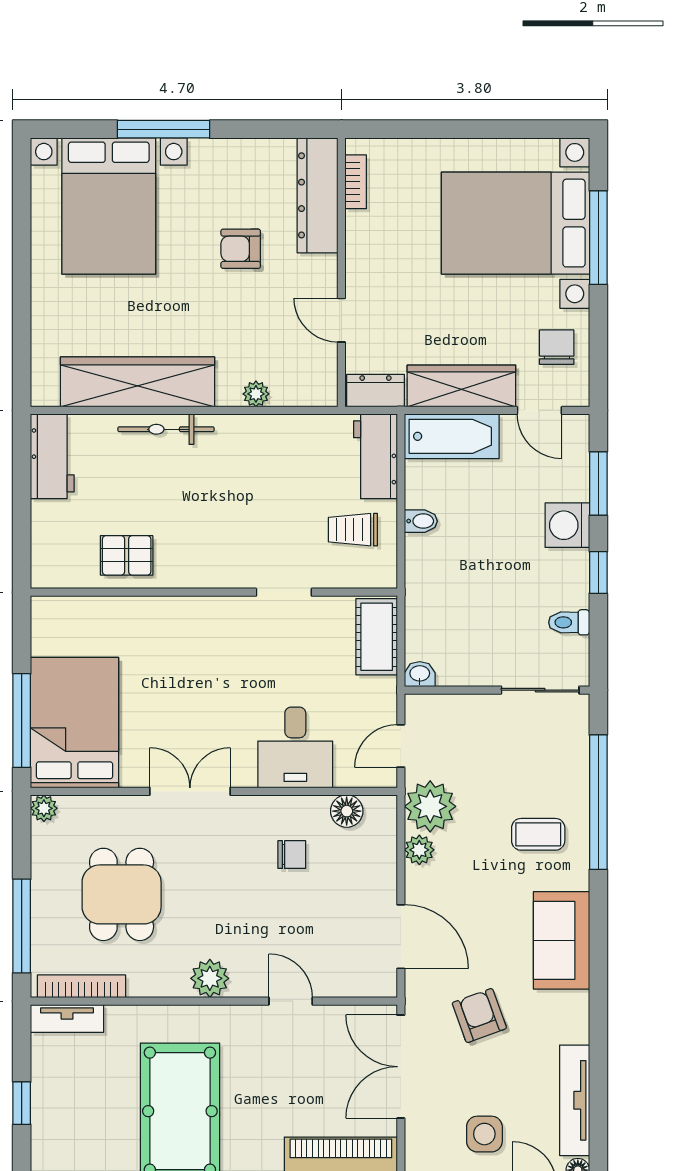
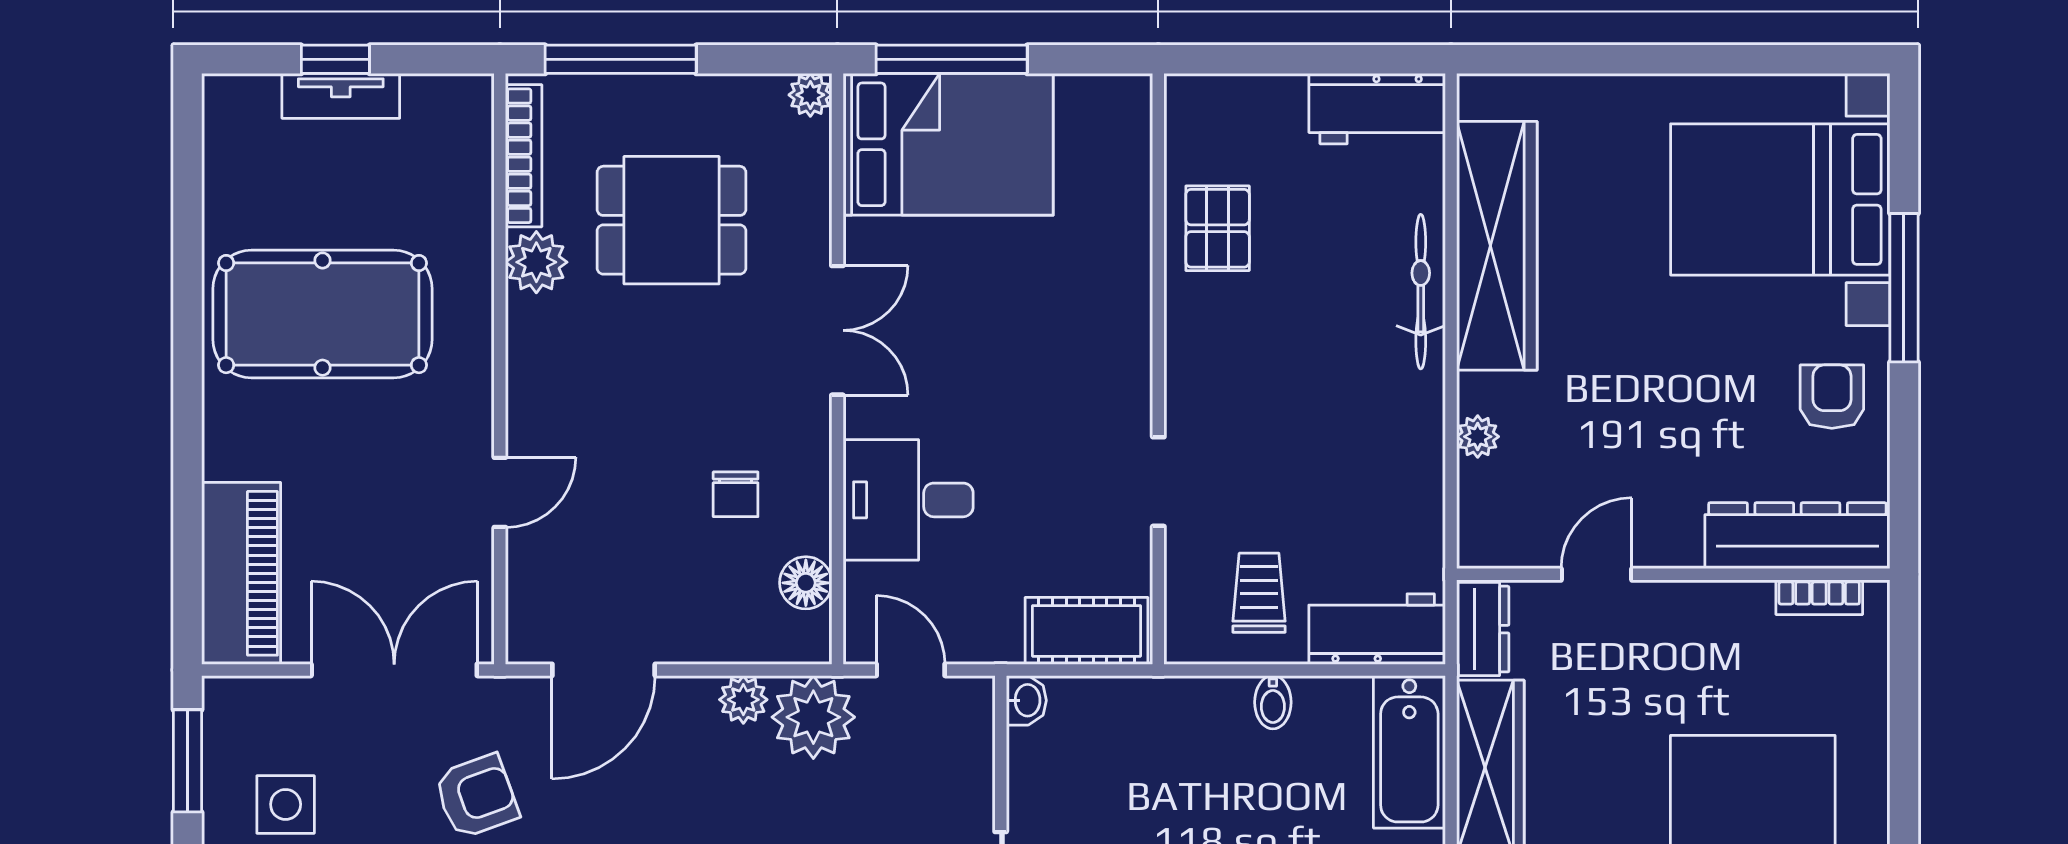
armchair: (241, 249) -> (1832, 397), moved
plant: (210, 978) -> (536, 262), moved
tv unit: (67, 1018) -> (341, 96), moved, turned -90

